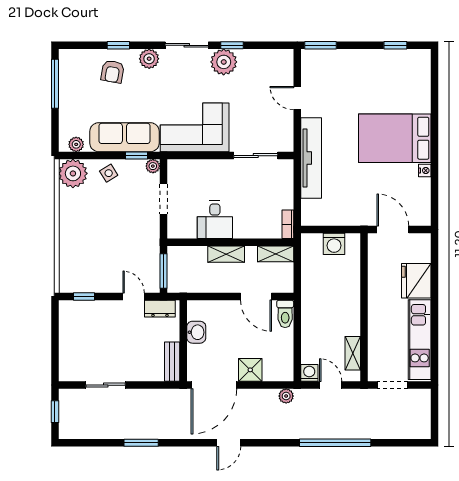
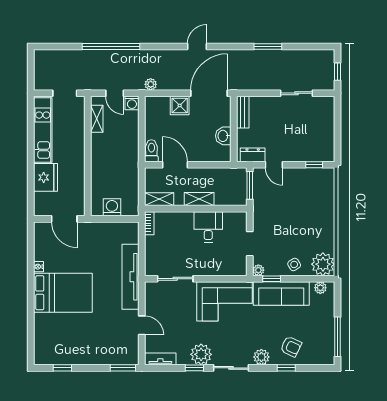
tv unit: (274, 56) -> (160, 359), added
armchair: (113, 72) -> (291, 347), turned 105

